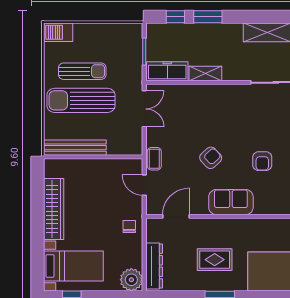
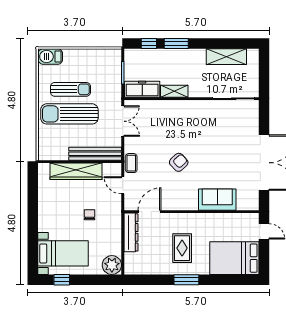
bench: (75, 148) -> (95, 154), moved
armchair: (262, 161) -> (222, 165), removed
sofa: (231, 202) -> (217, 200), moved
wardrobe: (54, 209) -> (76, 171), moved, turned 90
chair: (129, 226) -> (89, 215), moved
rug: (215, 260) -> (182, 248), turned 90
dresser: (154, 266) -> (131, 232), moved

